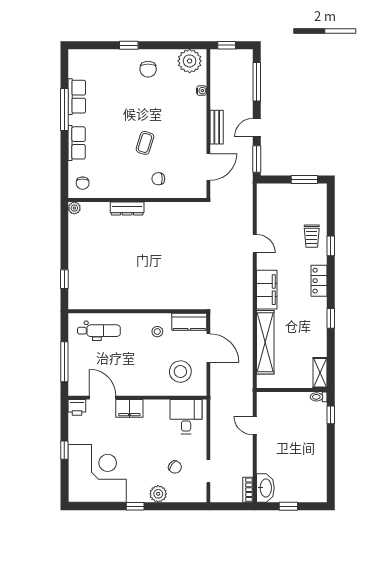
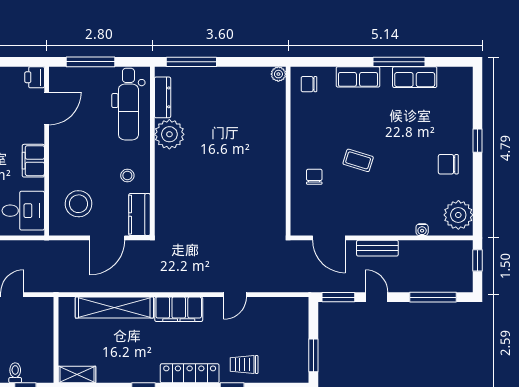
dresser: (127, 208) -> (163, 97), moved, turned 180
window: (64, 279) -> (191, 62), width x2.17
locker: (319, 281) -> (190, 373), width x1.53
plant: (124, 297) -> (169, 134), added
dental chair: (99, 331) -> (128, 104), width x1.36, depth x1.38
toilet: (319, 397) -> (15, 373), moved
filing cabinet: (129, 408) -> (33, 161), moved

